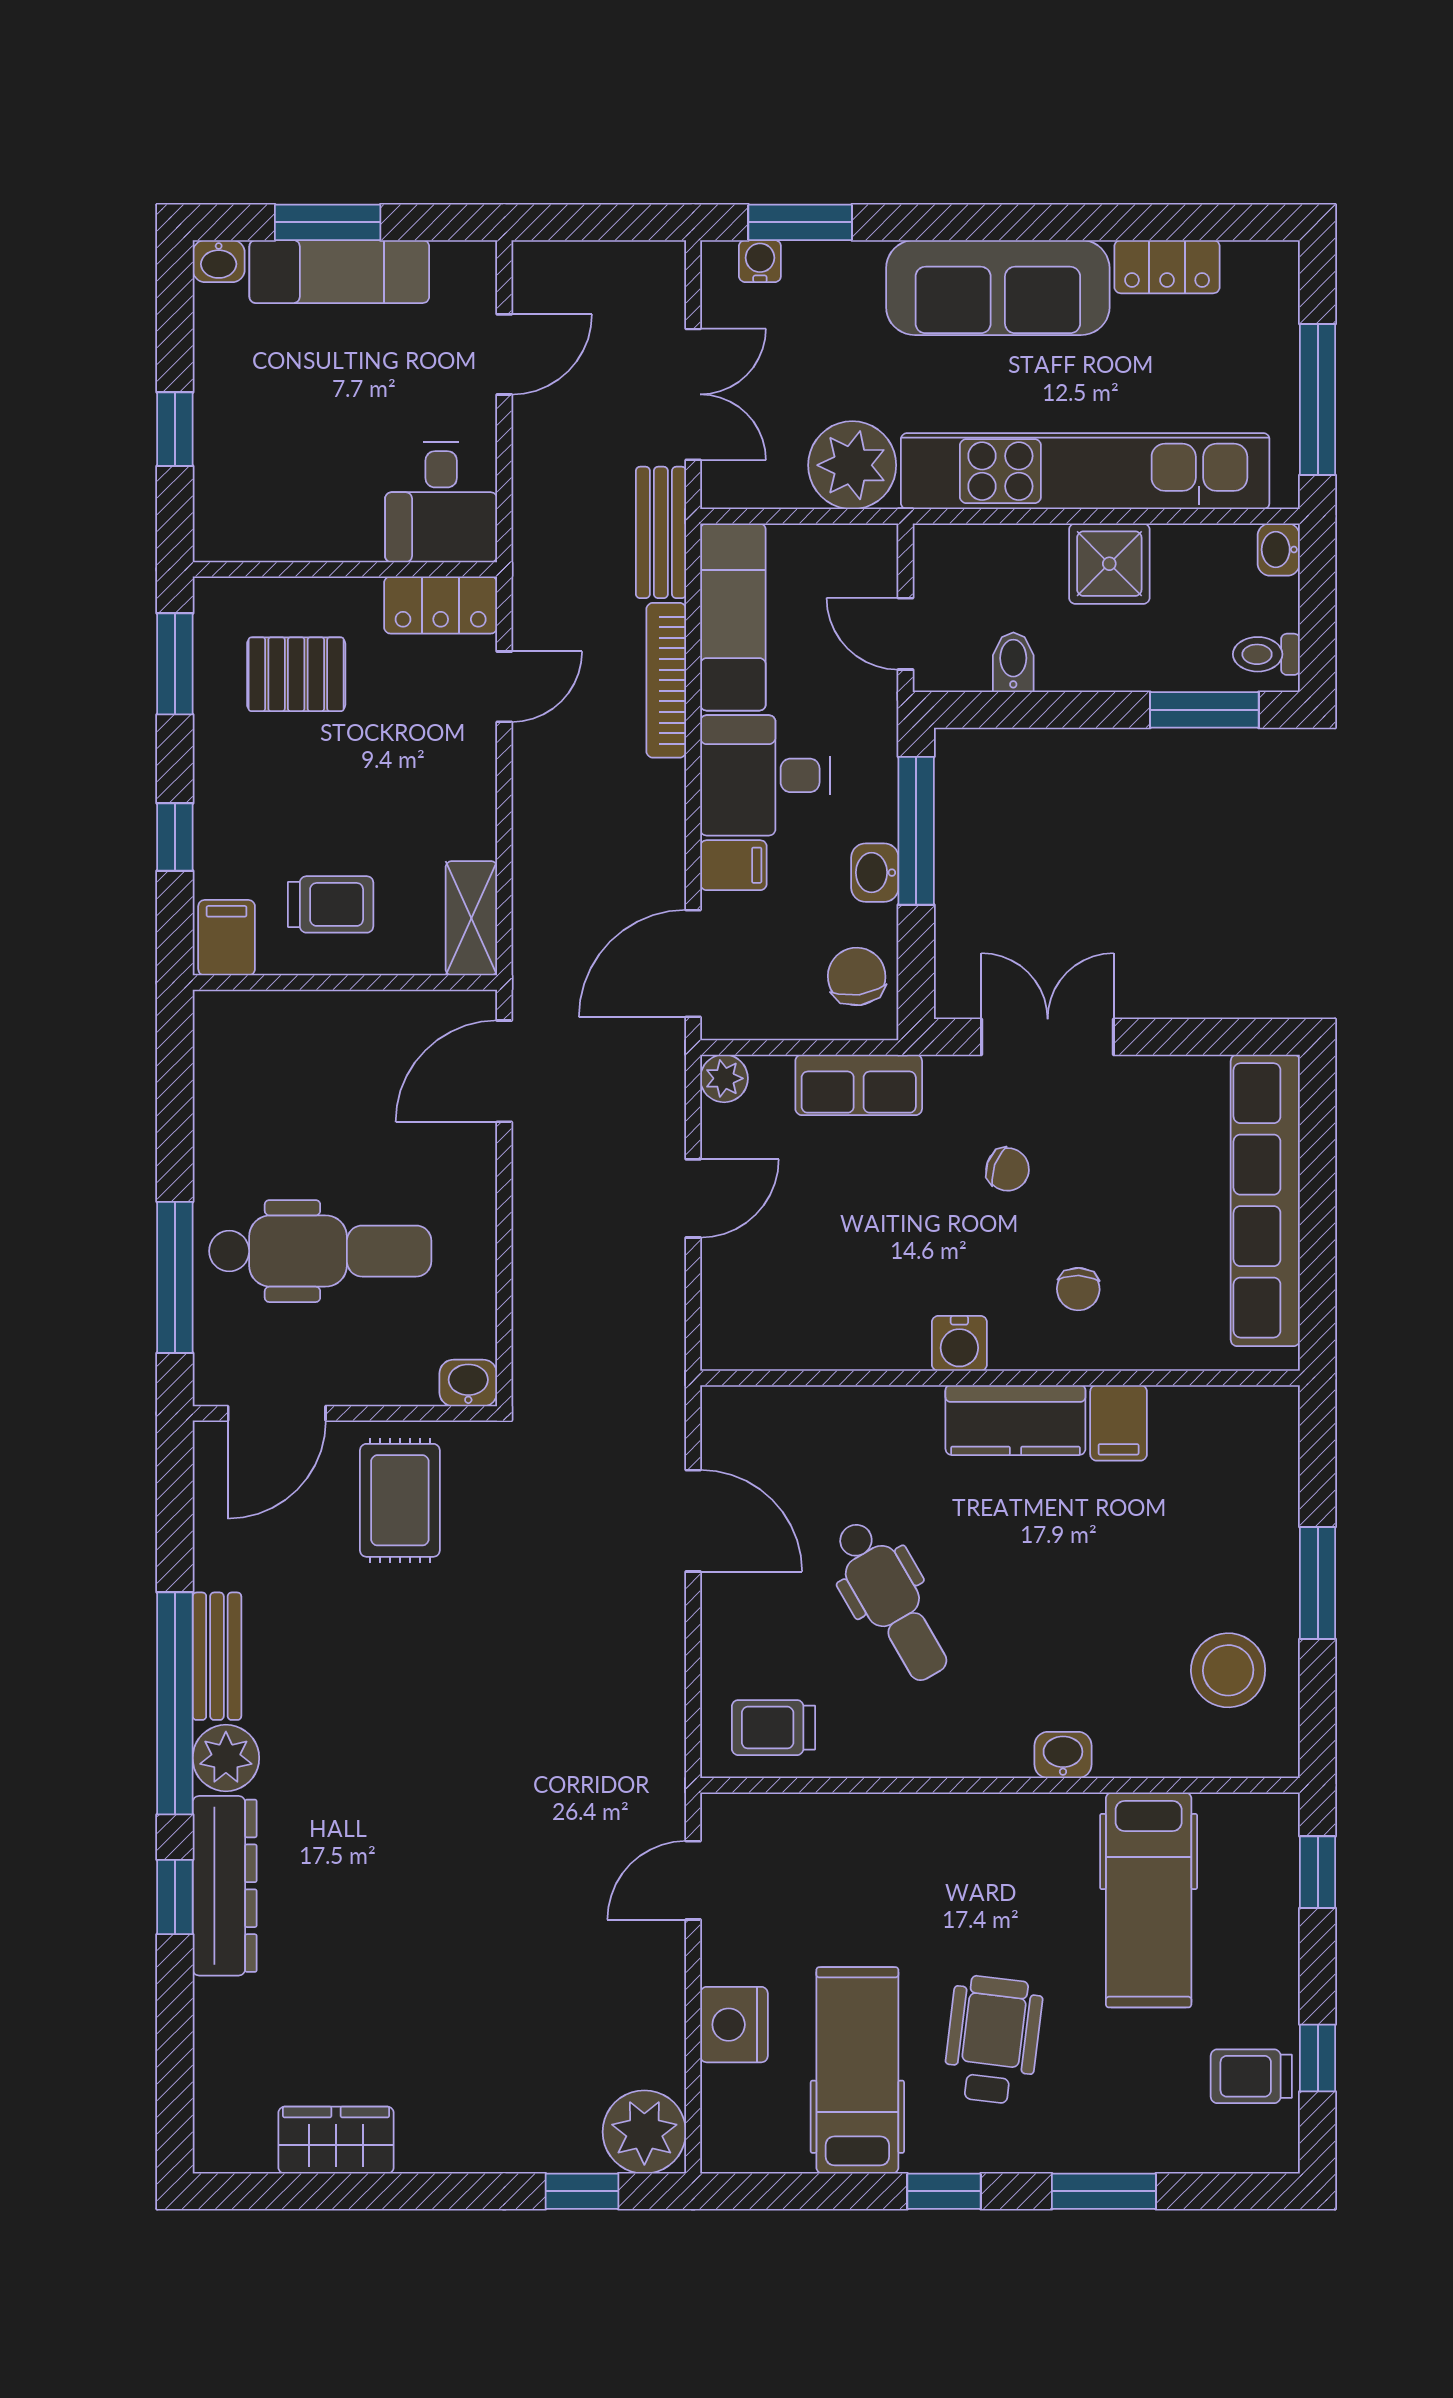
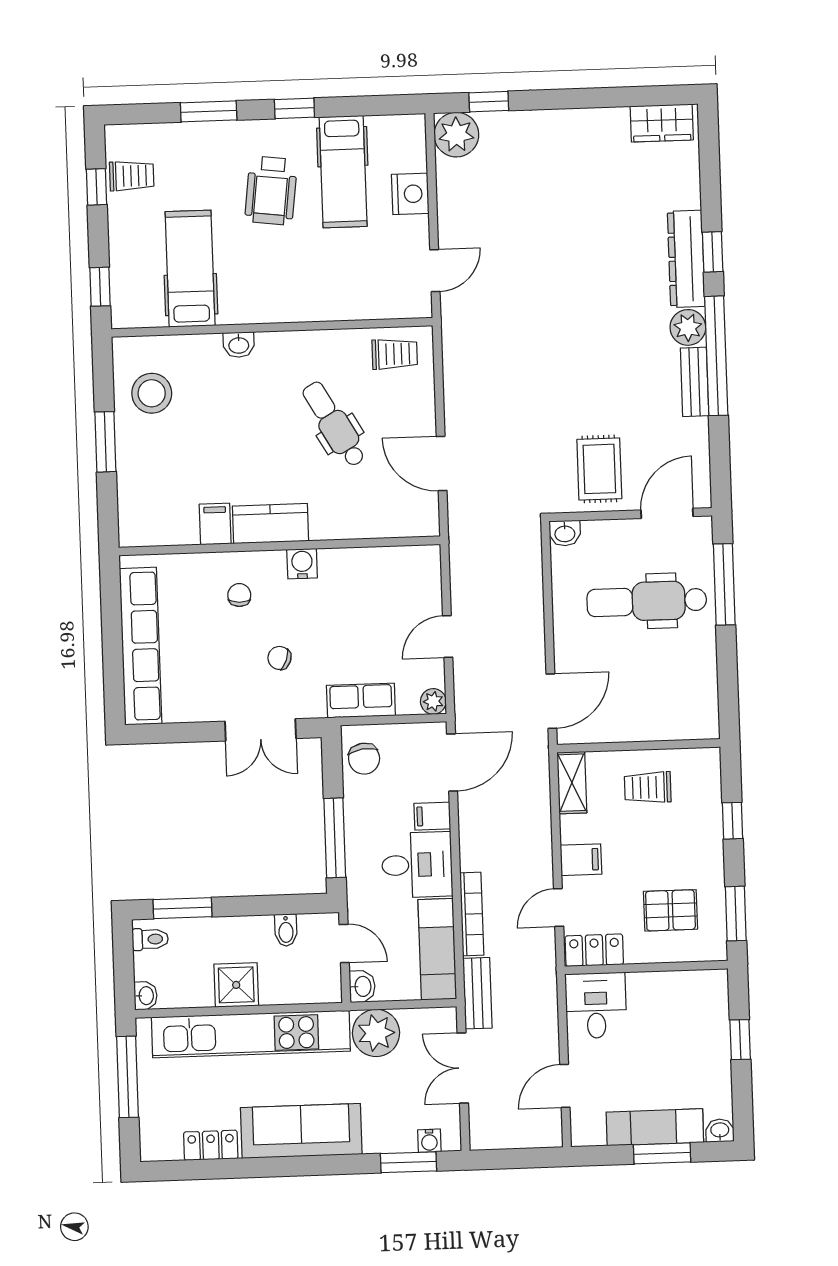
washbasin: (875, 873) -> (362, 986), moved
filing cabinet: (227, 938) -> (581, 860), moved, turned -90
wardrobe: (336, 2140) -> (662, 123), moved

